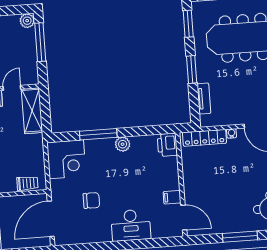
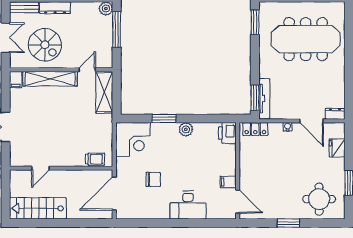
window: (192, 70) -> (255, 98), moved
tv unit: (204, 99) -> (264, 99), width x1.41
window: (98, 134) -> (164, 119), width x0.69
locker: (204, 138) -> (255, 129), width x0.66
window: (240, 237) -> (288, 223), width x0.69

